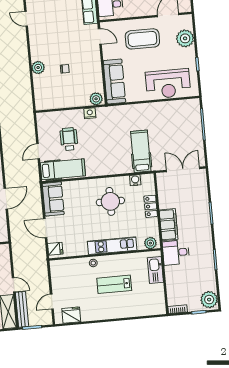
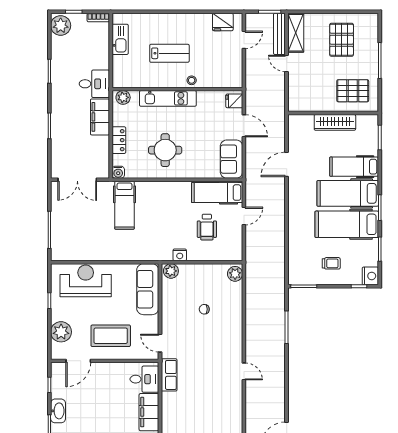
plant: (38, 68) -> (235, 274), moved
water cooler: (135, 180) -> (118, 172), moved
kitchen sink: (155, 270) -> (120, 39), moved

